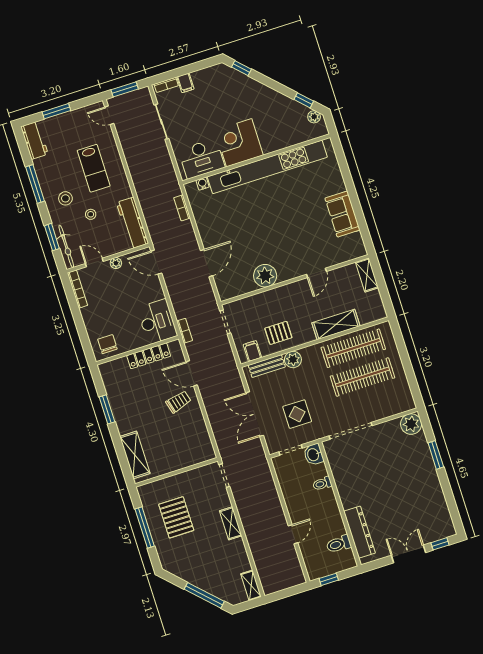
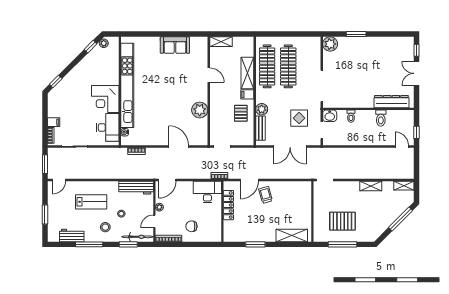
workbench: (34, 140) -> (72, 235), moved
chair: (107, 344) -> (191, 226), moved
filing cabinet: (252, 351) -> (247, 94), moved
shelving: (231, 523) -> (371, 186), moved
door: (293, 534) -> (402, 147), moved
toilet: (339, 544) -> (381, 118), moved

